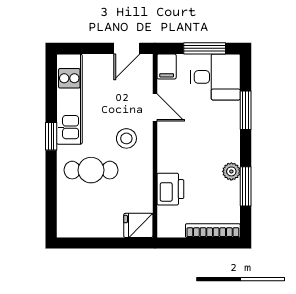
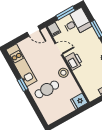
door: (127, 48) -> (33, 31), hinge flipped
stool: (126, 138) -> (63, 73), moved
printer: (170, 189) -> (74, 61), moved

